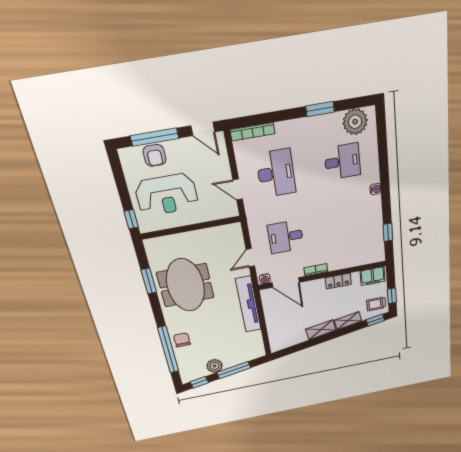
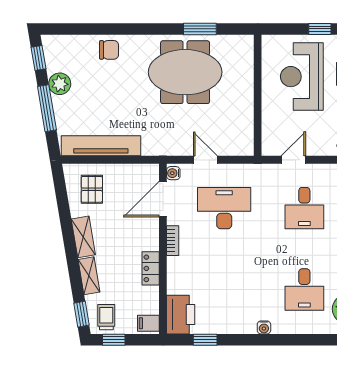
desk: (276, 173) -> (304, 208), width x0.73
window: (131, 219) -> (320, 29), moved
desk: (286, 237) -> (224, 208), width x1.37
printer: (370, 254) -> (181, 315), added
filing cabinet: (373, 276) -> (148, 323), width x0.50
tv unit: (248, 304) -> (101, 146), moved
pallet: (286, 331) -> (92, 189), added
window: (168, 350) -> (99, 29), removed

